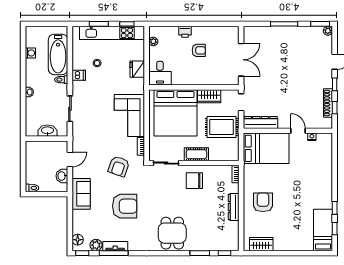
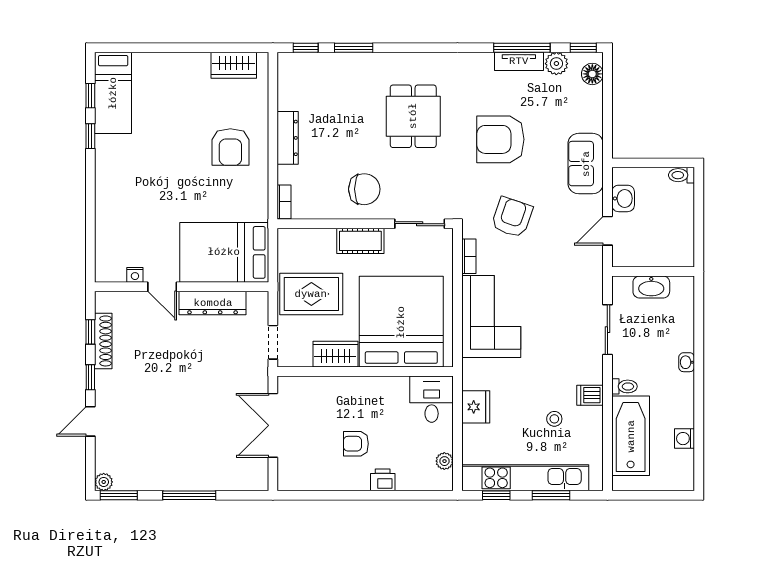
dresser: (261, 122) -> (213, 303), moved
dining table: (172, 233) -> (413, 116), moved

